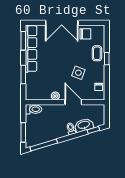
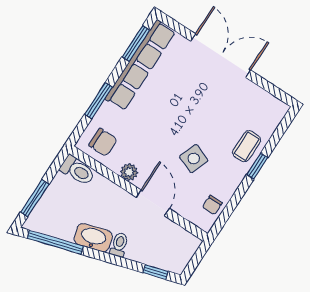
double door: (62, 23) -> (221, 56), swing flipped
chair: (85, 34) -> (103, 142), moved
washbasin: (84, 125) -> (93, 238), moved

